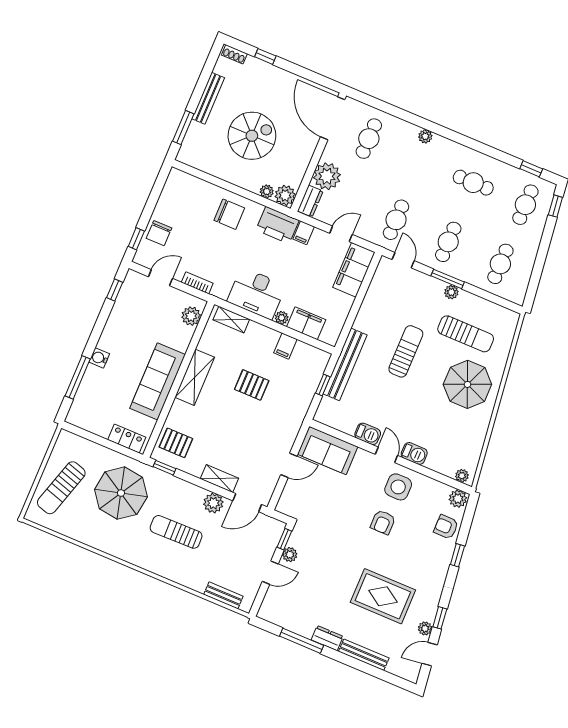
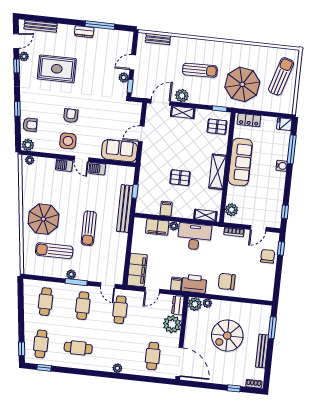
fridge: (77, 417) -> (284, 124), added
bench: (364, 655) -> (41, 26), moved

